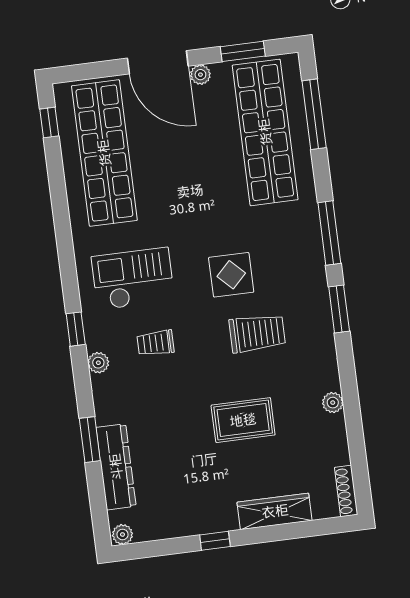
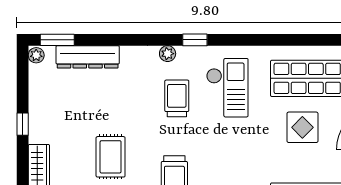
display table: (231, 275) -> (302, 127), moved
trolley: (155, 343) -> (177, 98), width x1.36, depth x1.39
window: (90, 440) -> (57, 40), moved

